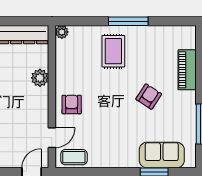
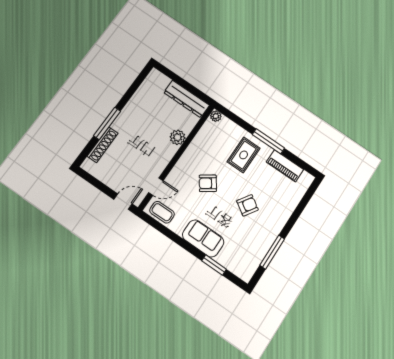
piano: (187, 70) -> (285, 166), moved, turned -90
armchair: (72, 104) -> (208, 183), moved, turned -125
sofa: (162, 155) -> (203, 238), moved

